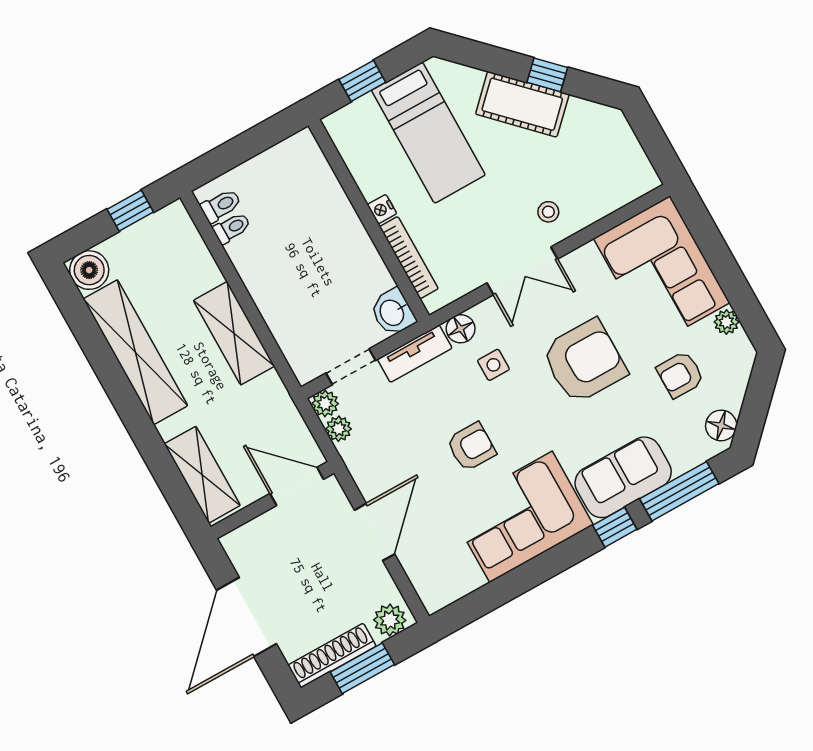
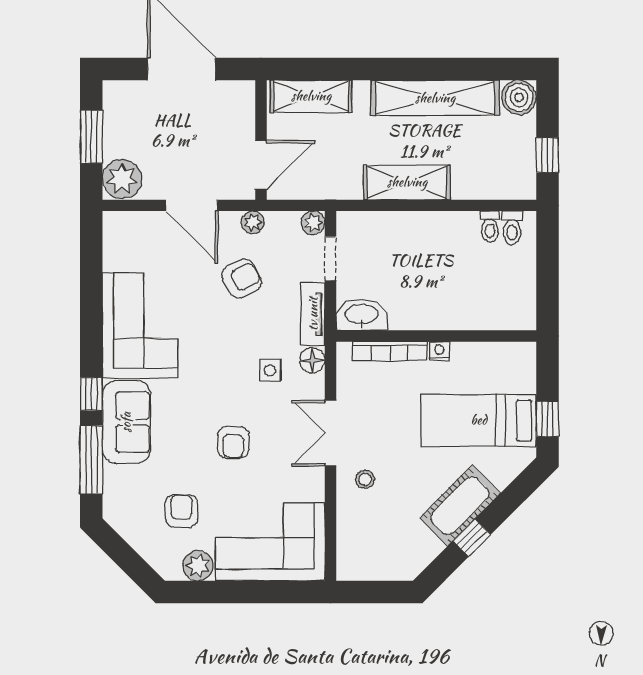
window: (362, 81) -> (547, 419), moved
washbasin: (393, 312) -> (362, 315), width x1.38
plant: (726, 322) -> (198, 566), width x1.38, depth x1.38
armchair: (584, 361) -> (233, 442), width x0.53, depth x0.53
floor lamp: (721, 425) -> (124, 521), removed
plant: (339, 429) -> (253, 222), moved
armchair: (471, 447) -> (242, 279), moved, turned -117
plant: (390, 620) -> (122, 179), width x1.36, depth x1.36
shoe rack: (332, 656) -> (114, 119), removed

